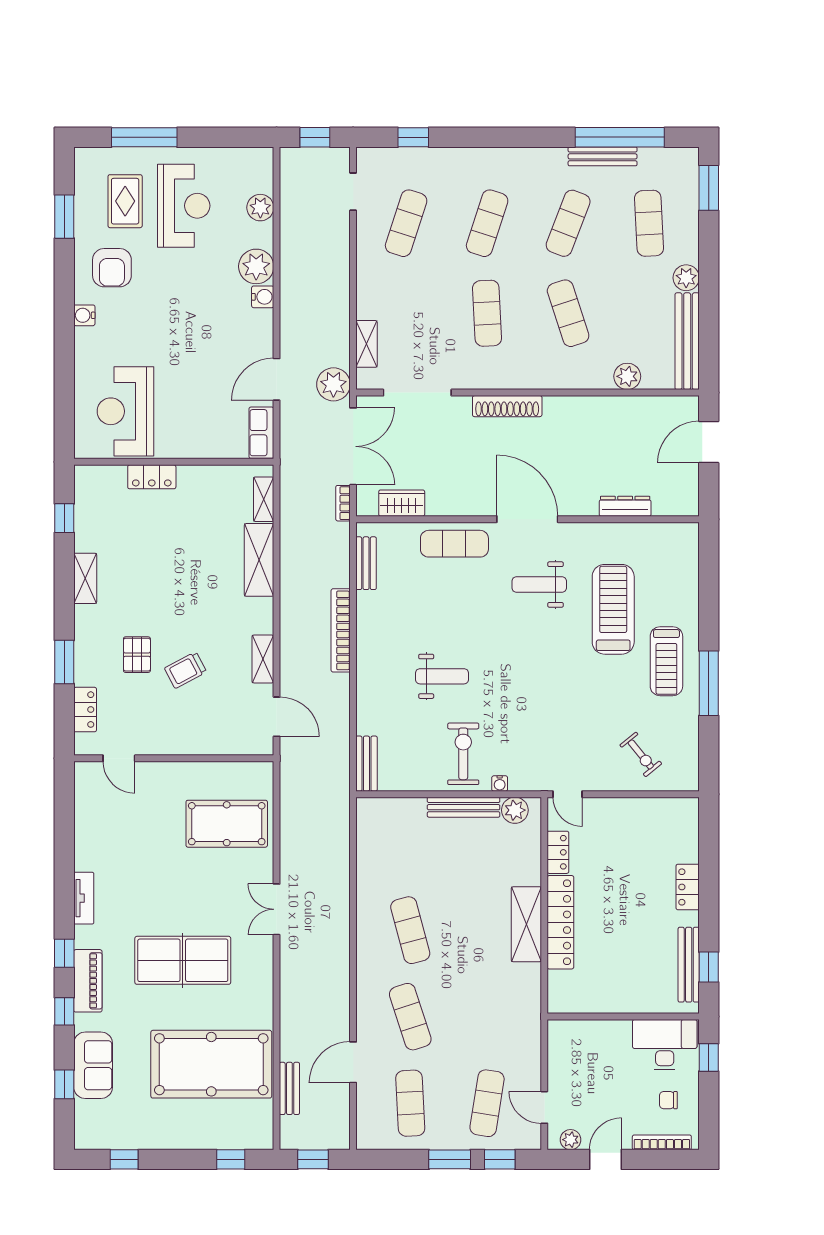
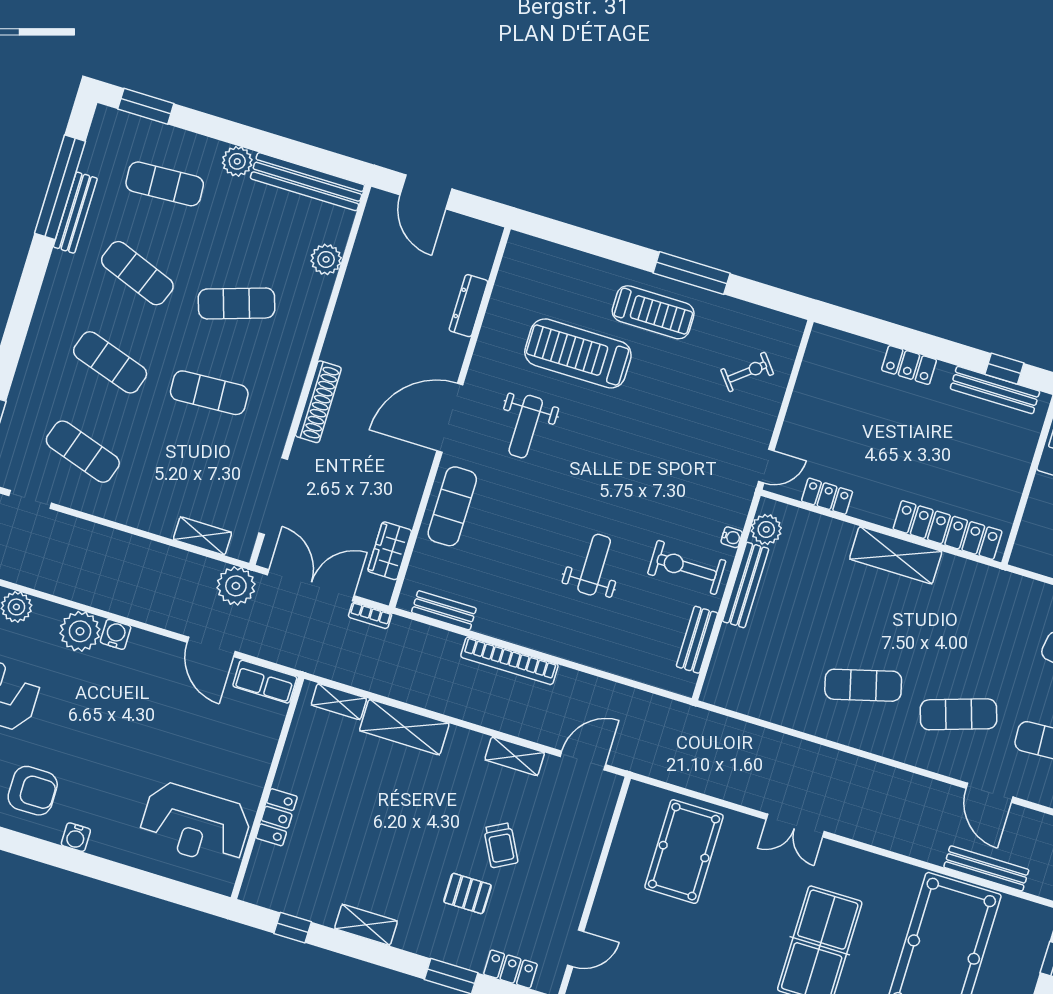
bench: (366, 764) -> (697, 640), moved, turned 90
locker: (560, 922) -> (948, 530), moved
bench: (289, 1088) -> (986, 868), width x1.36

